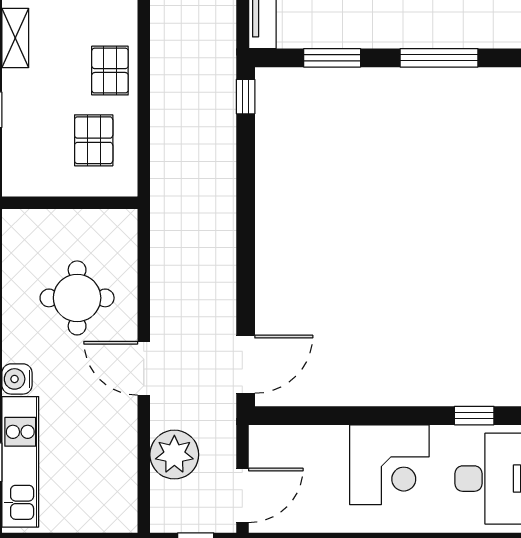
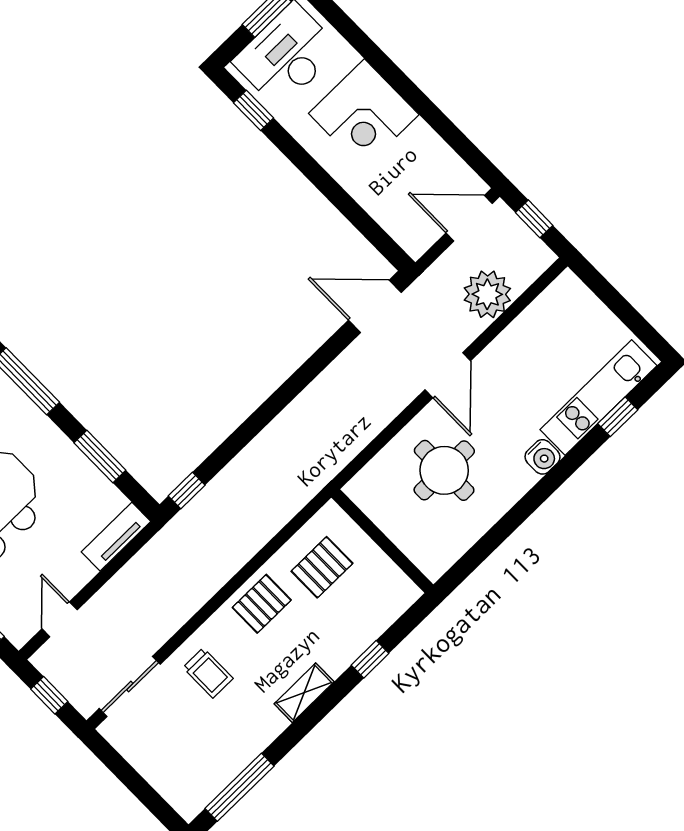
corner desk: (389, 465) -> (364, 114), moved, turned 180

